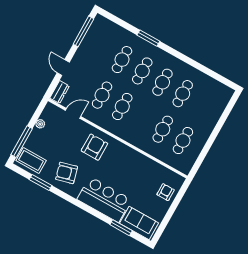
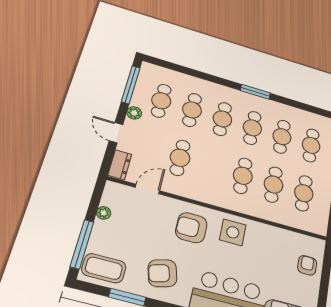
window: (148, 38) -> (255, 92), moved
cafe table: (102, 48) -> (161, 101), added
plant: (80, 55) -> (134, 113), added
cafe table: (203, 105) -> (311, 145), added
cafe table: (122, 106) -> (243, 176), moved
armchair: (94, 147) -> (191, 228), turned -90
side table: (122, 157) -> (233, 232), added

